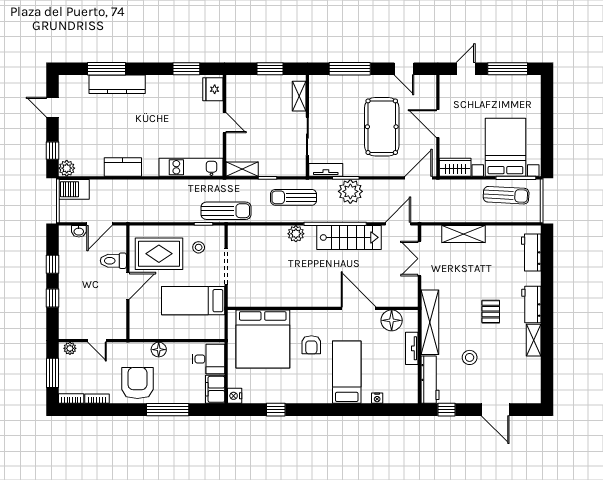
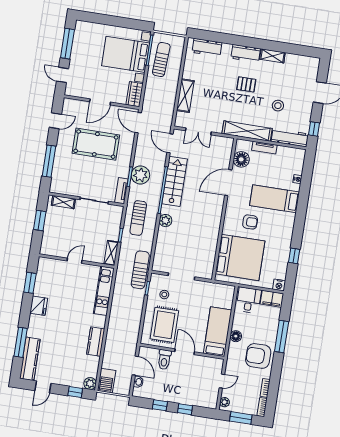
kitchen counter: (117, 84) -> (30, 359), moved
fridge: (213, 89) -> (39, 306), moved, turned -90
bed: (193, 301) -> (218, 332), moved, turned 180

